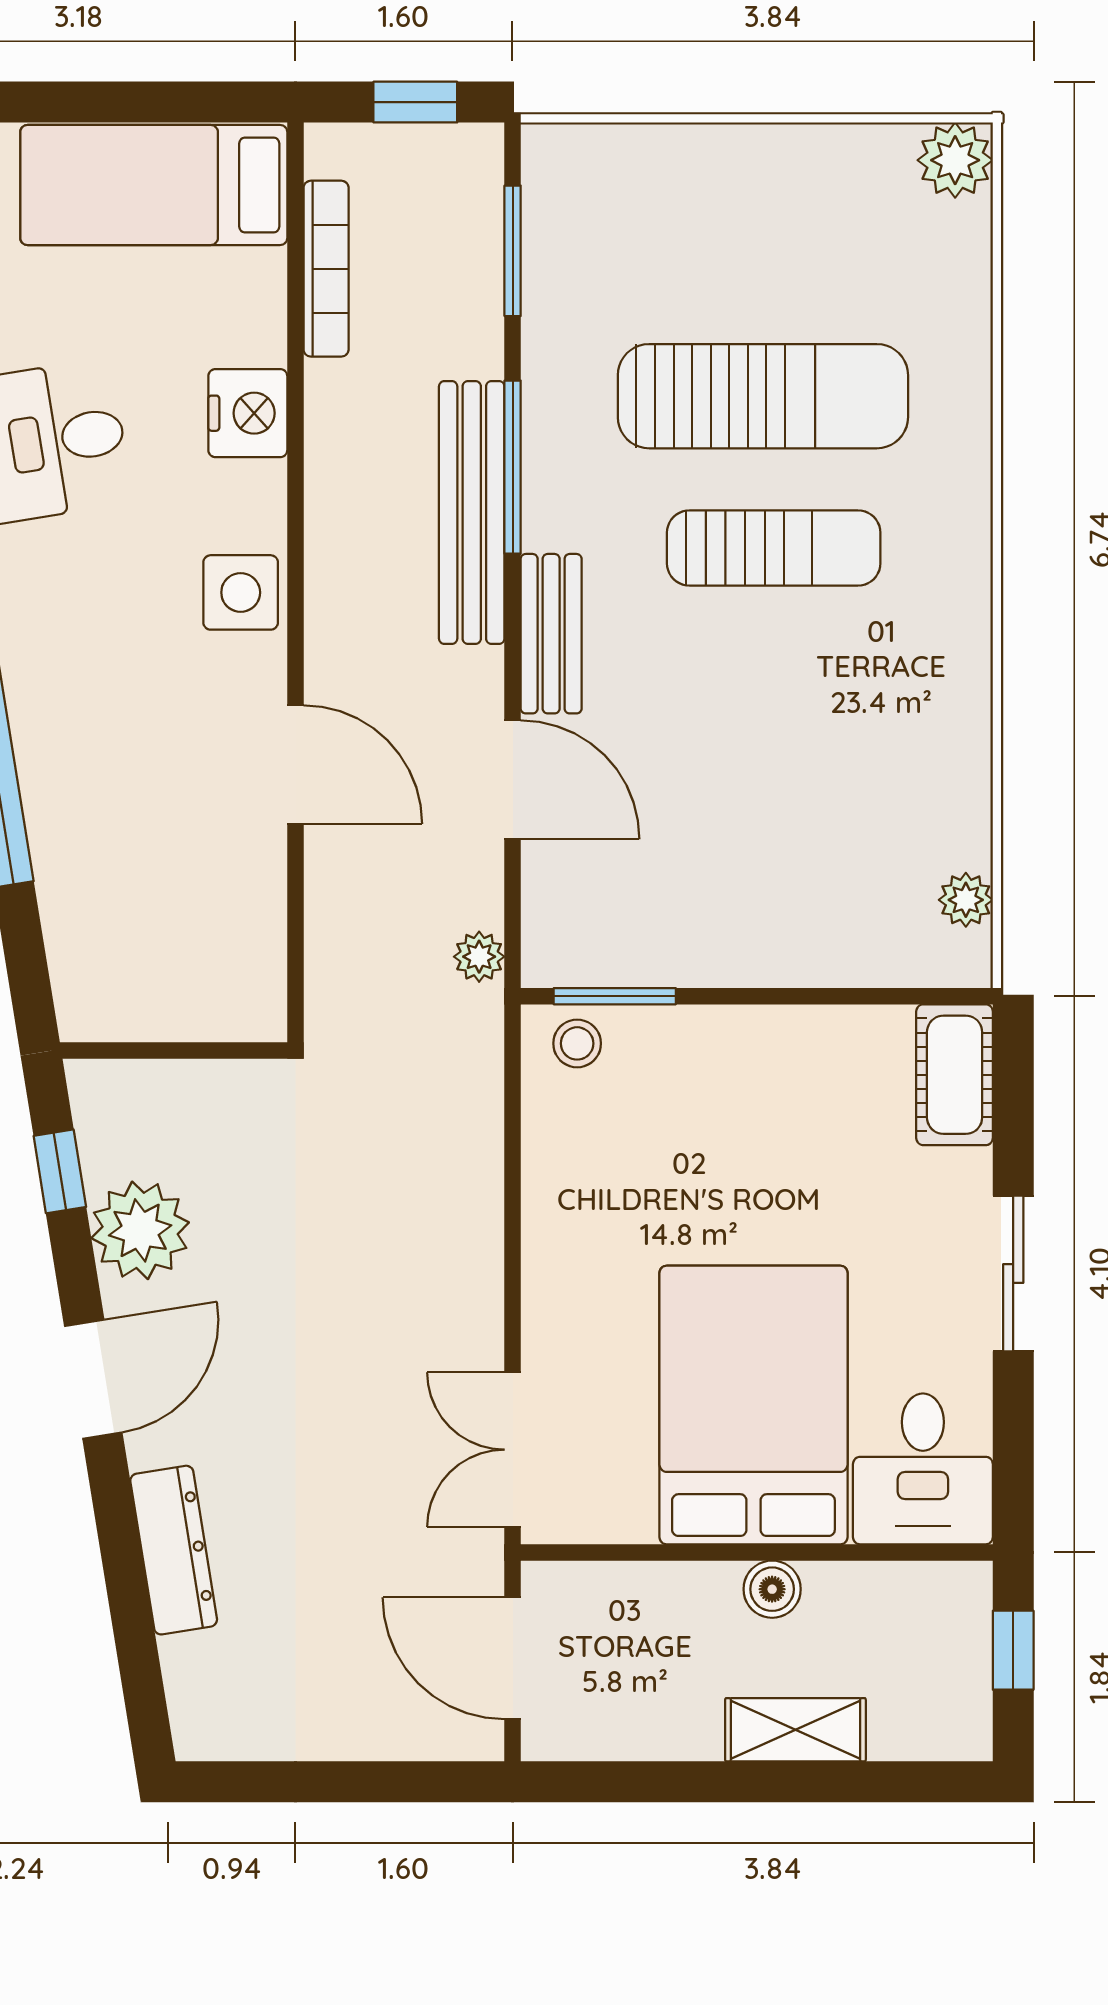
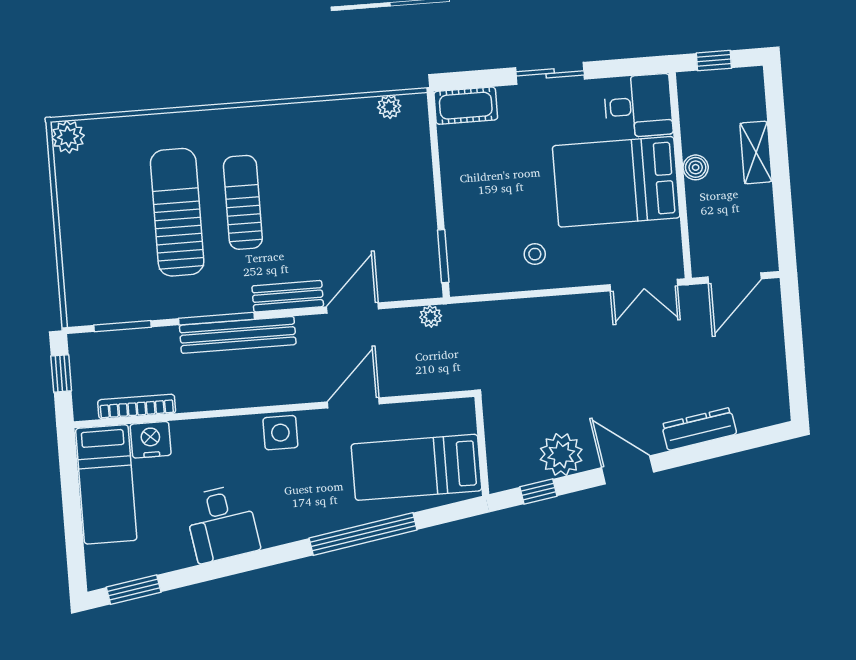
nightstand: (248, 413) -> (151, 440), moved
bed: (137, 897) -> (416, 467), added
stool: (577, 1043) -> (535, 254), moved

